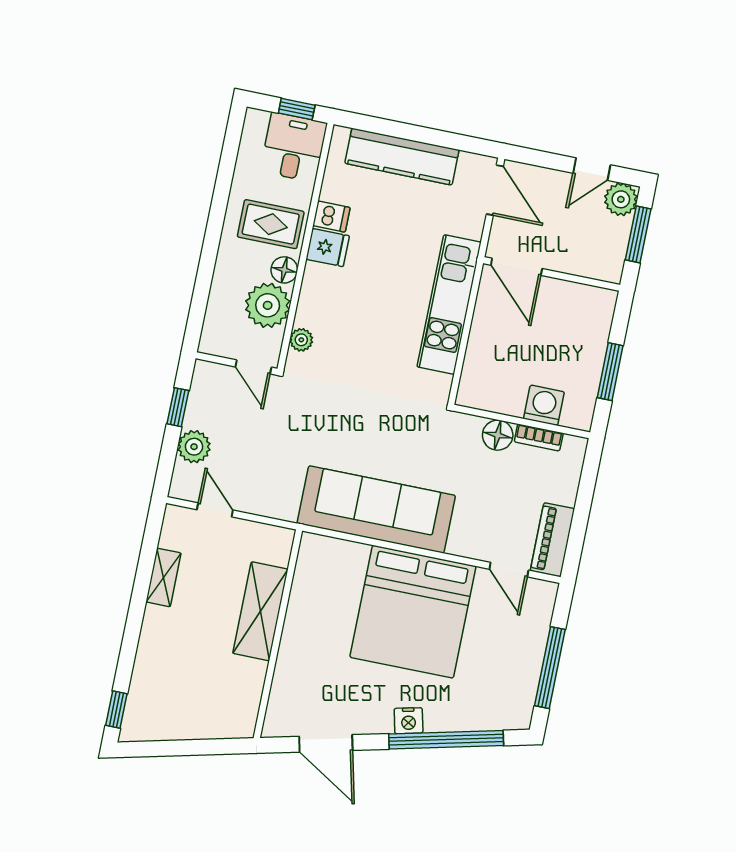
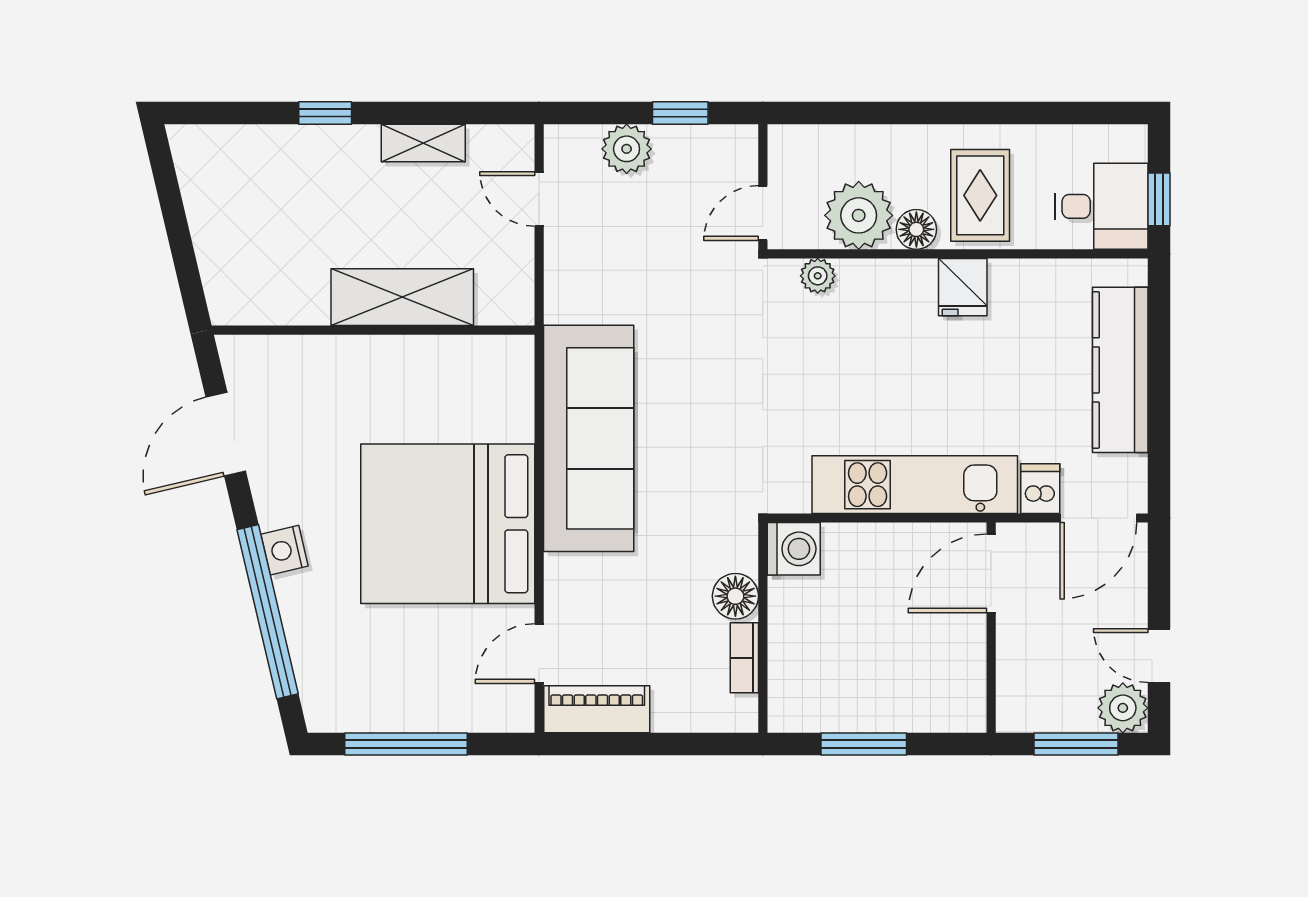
dishwasher: (331, 217) -> (1040, 489), moved, turned 180
washing machine: (544, 405) -> (794, 549), moved
door: (215, 510) -> (539, 199), swing flipped
window: (116, 710) -> (325, 113), moved

